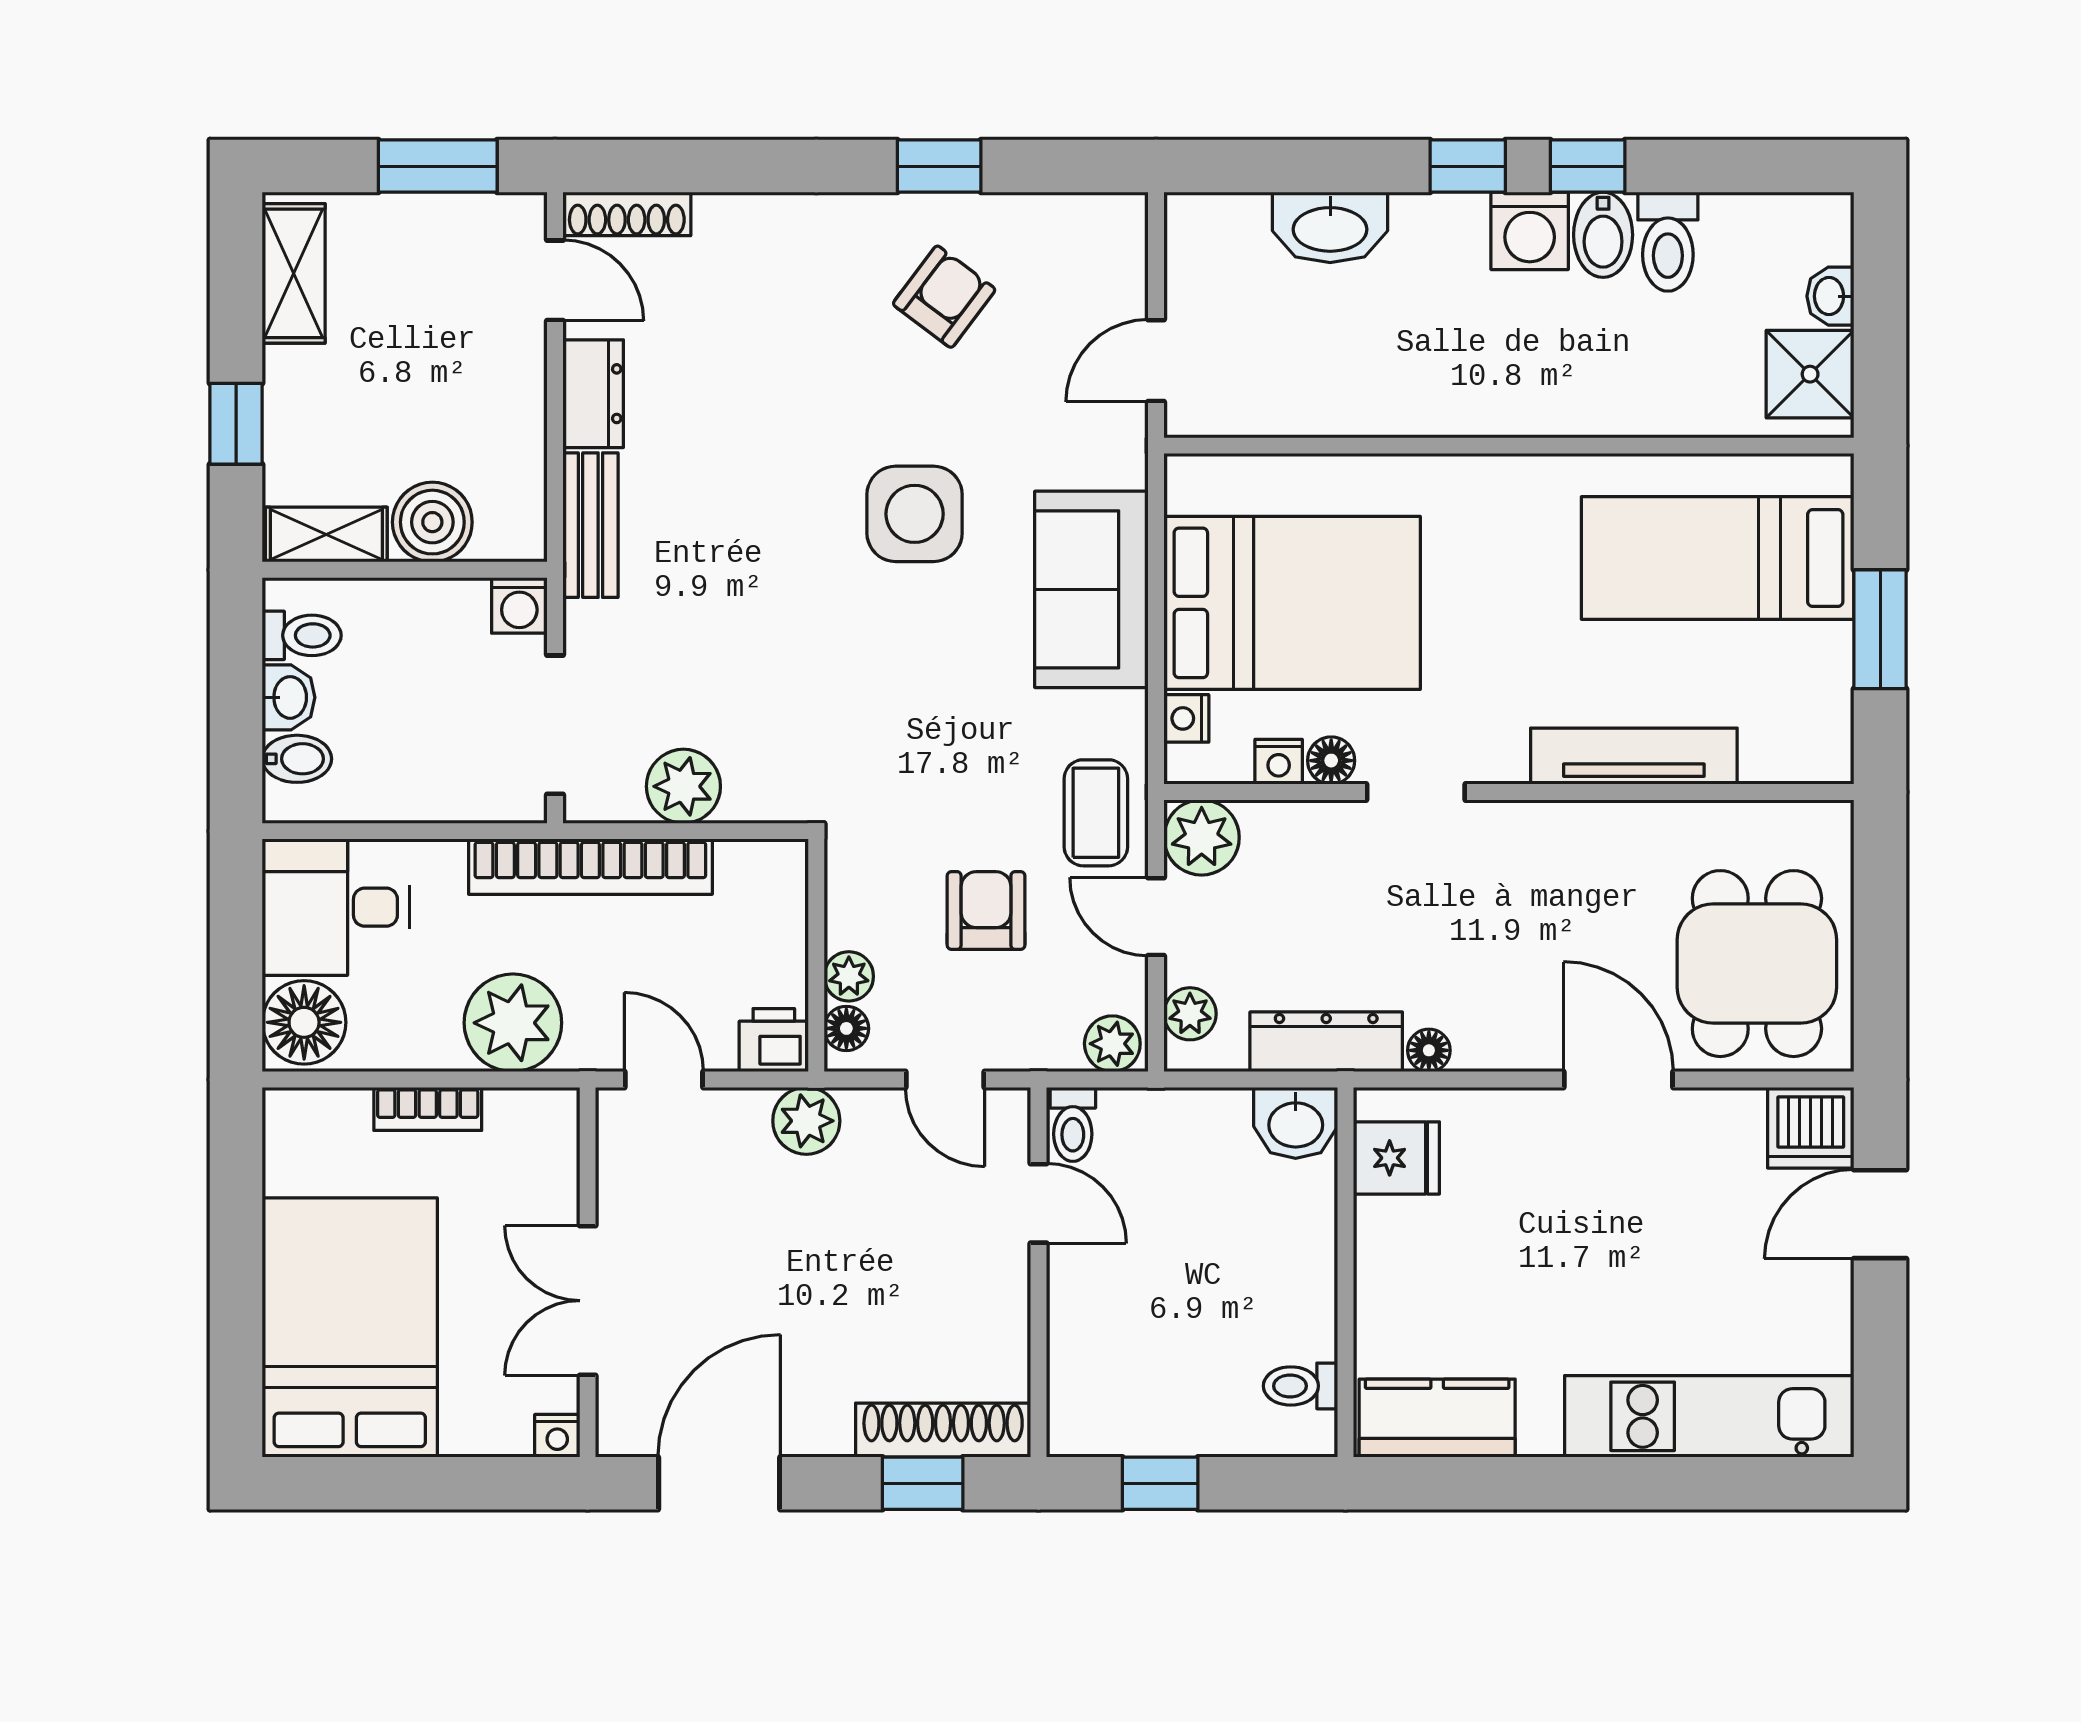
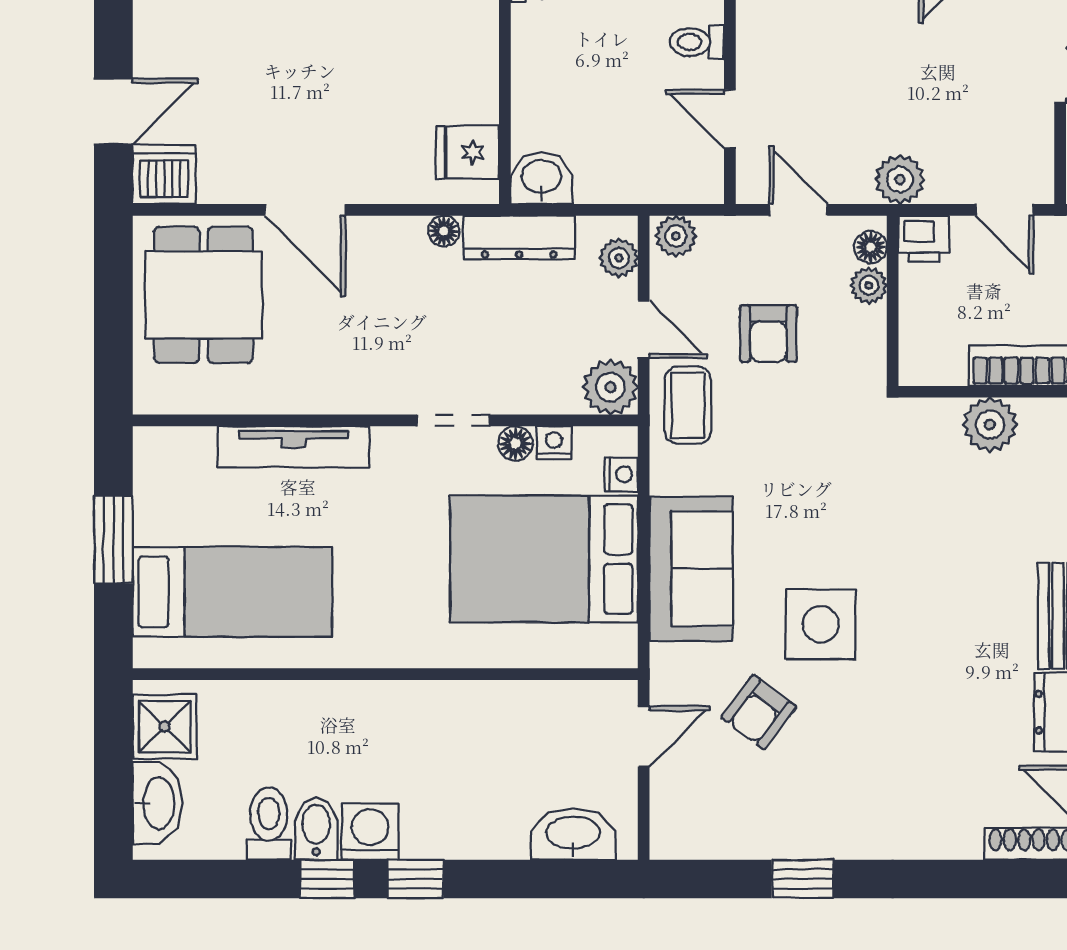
washbasin: (1330, 227) -> (573, 834), moved
washbasin: (1830, 296) -> (157, 803), width x1.91, depth x1.45
armchair: (944, 297) -> (759, 712), moved
toilet: (1073, 1124) -> (697, 42), moved, turned -90

